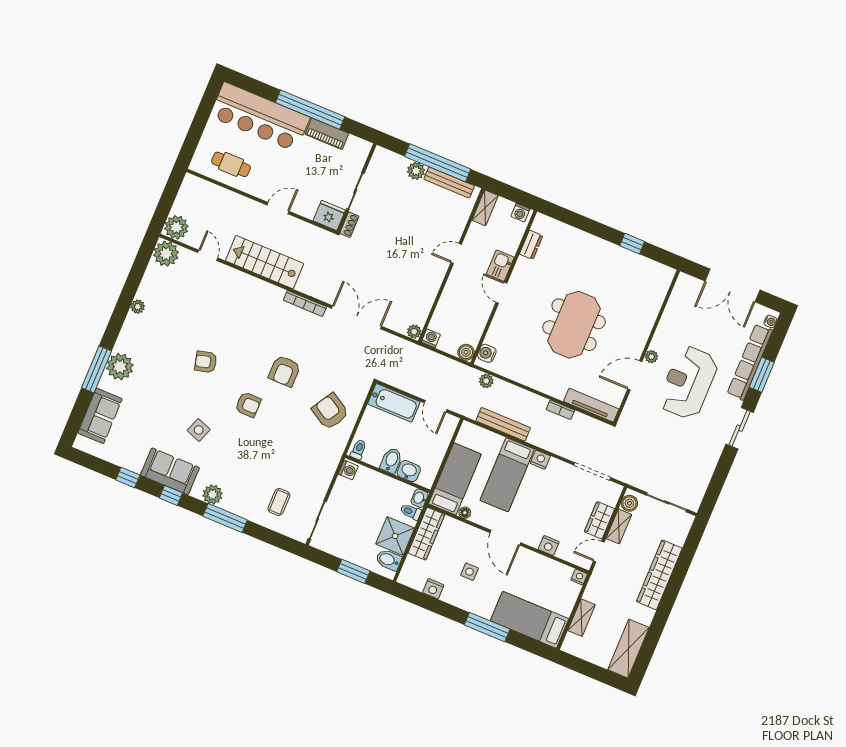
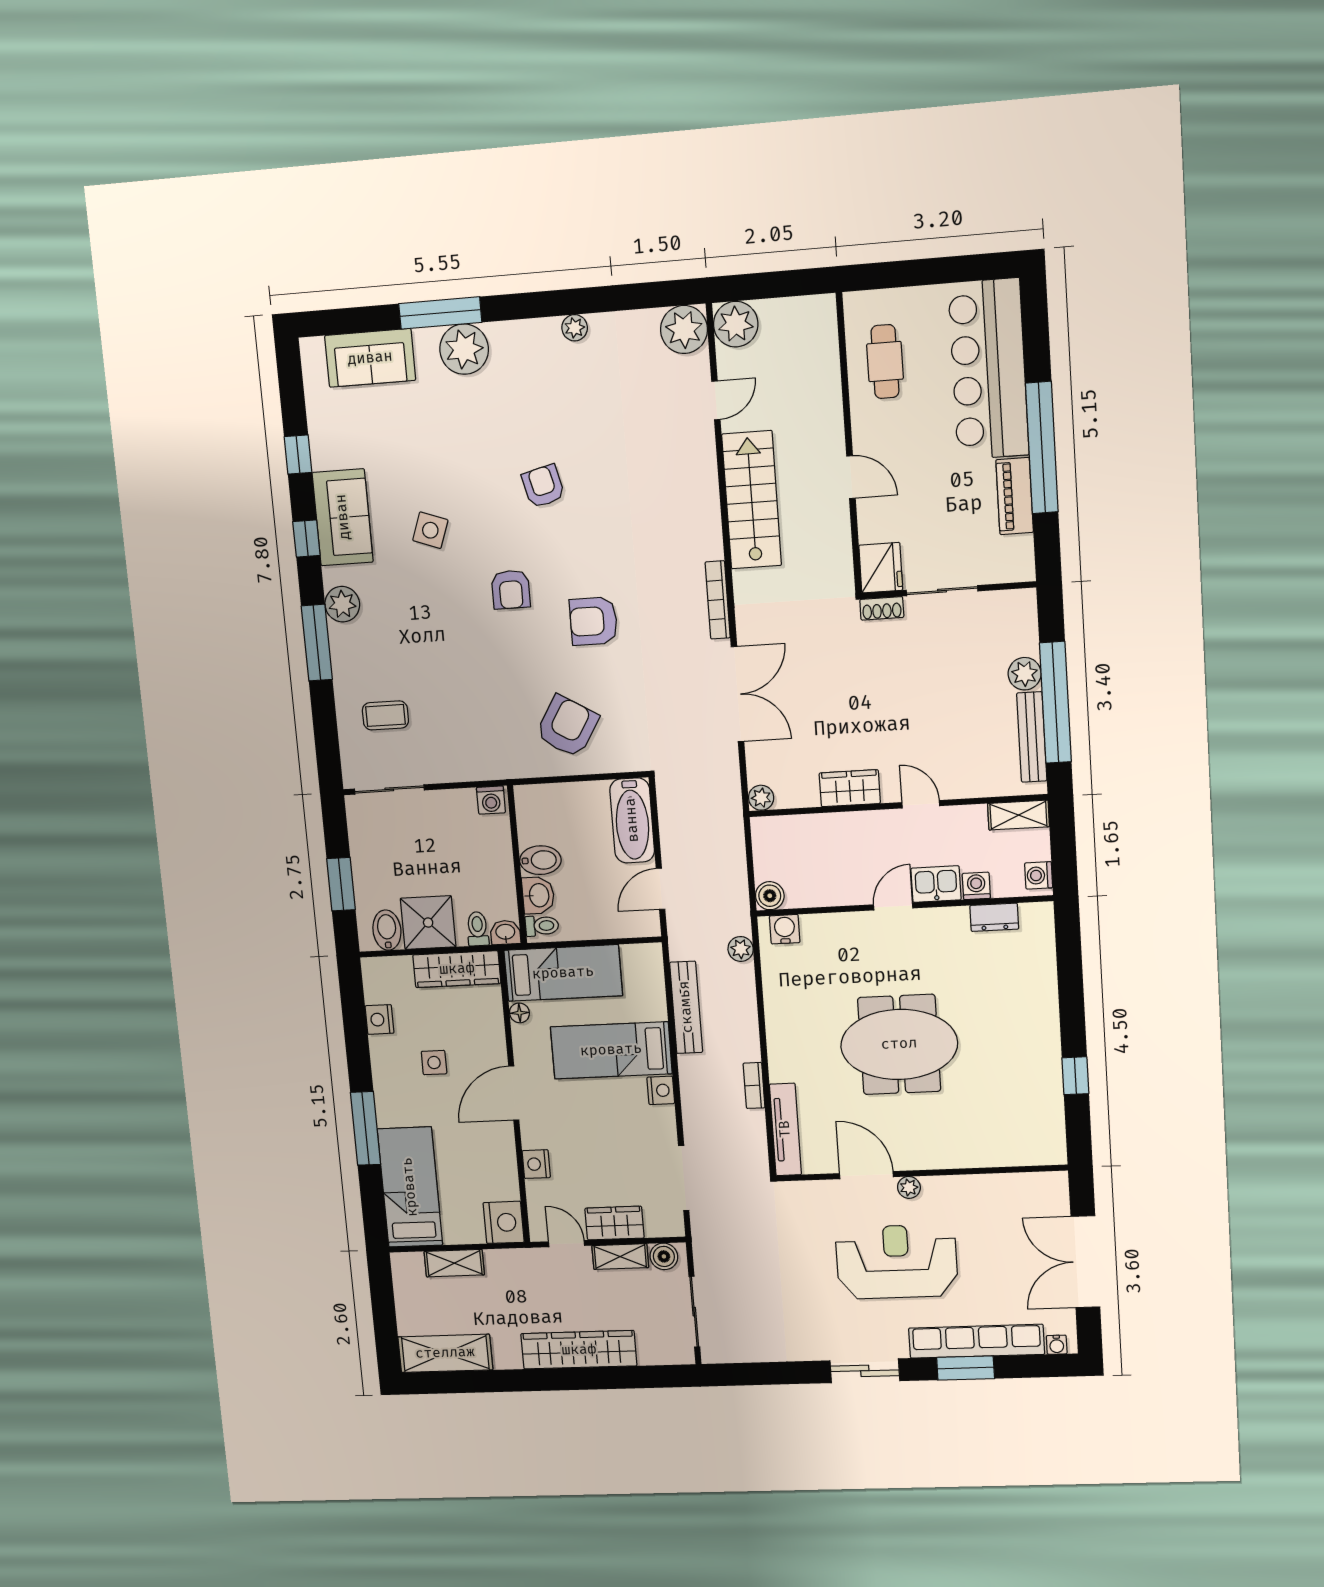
wardrobe: (431, 285) -> (850, 788), added
washing machine: (431, 338) -> (976, 886), moved, turned -90
toilet: (358, 450) -> (542, 926), moved
nightstand: (579, 577) -> (504, 1222), width x1.89, depth x1.79

